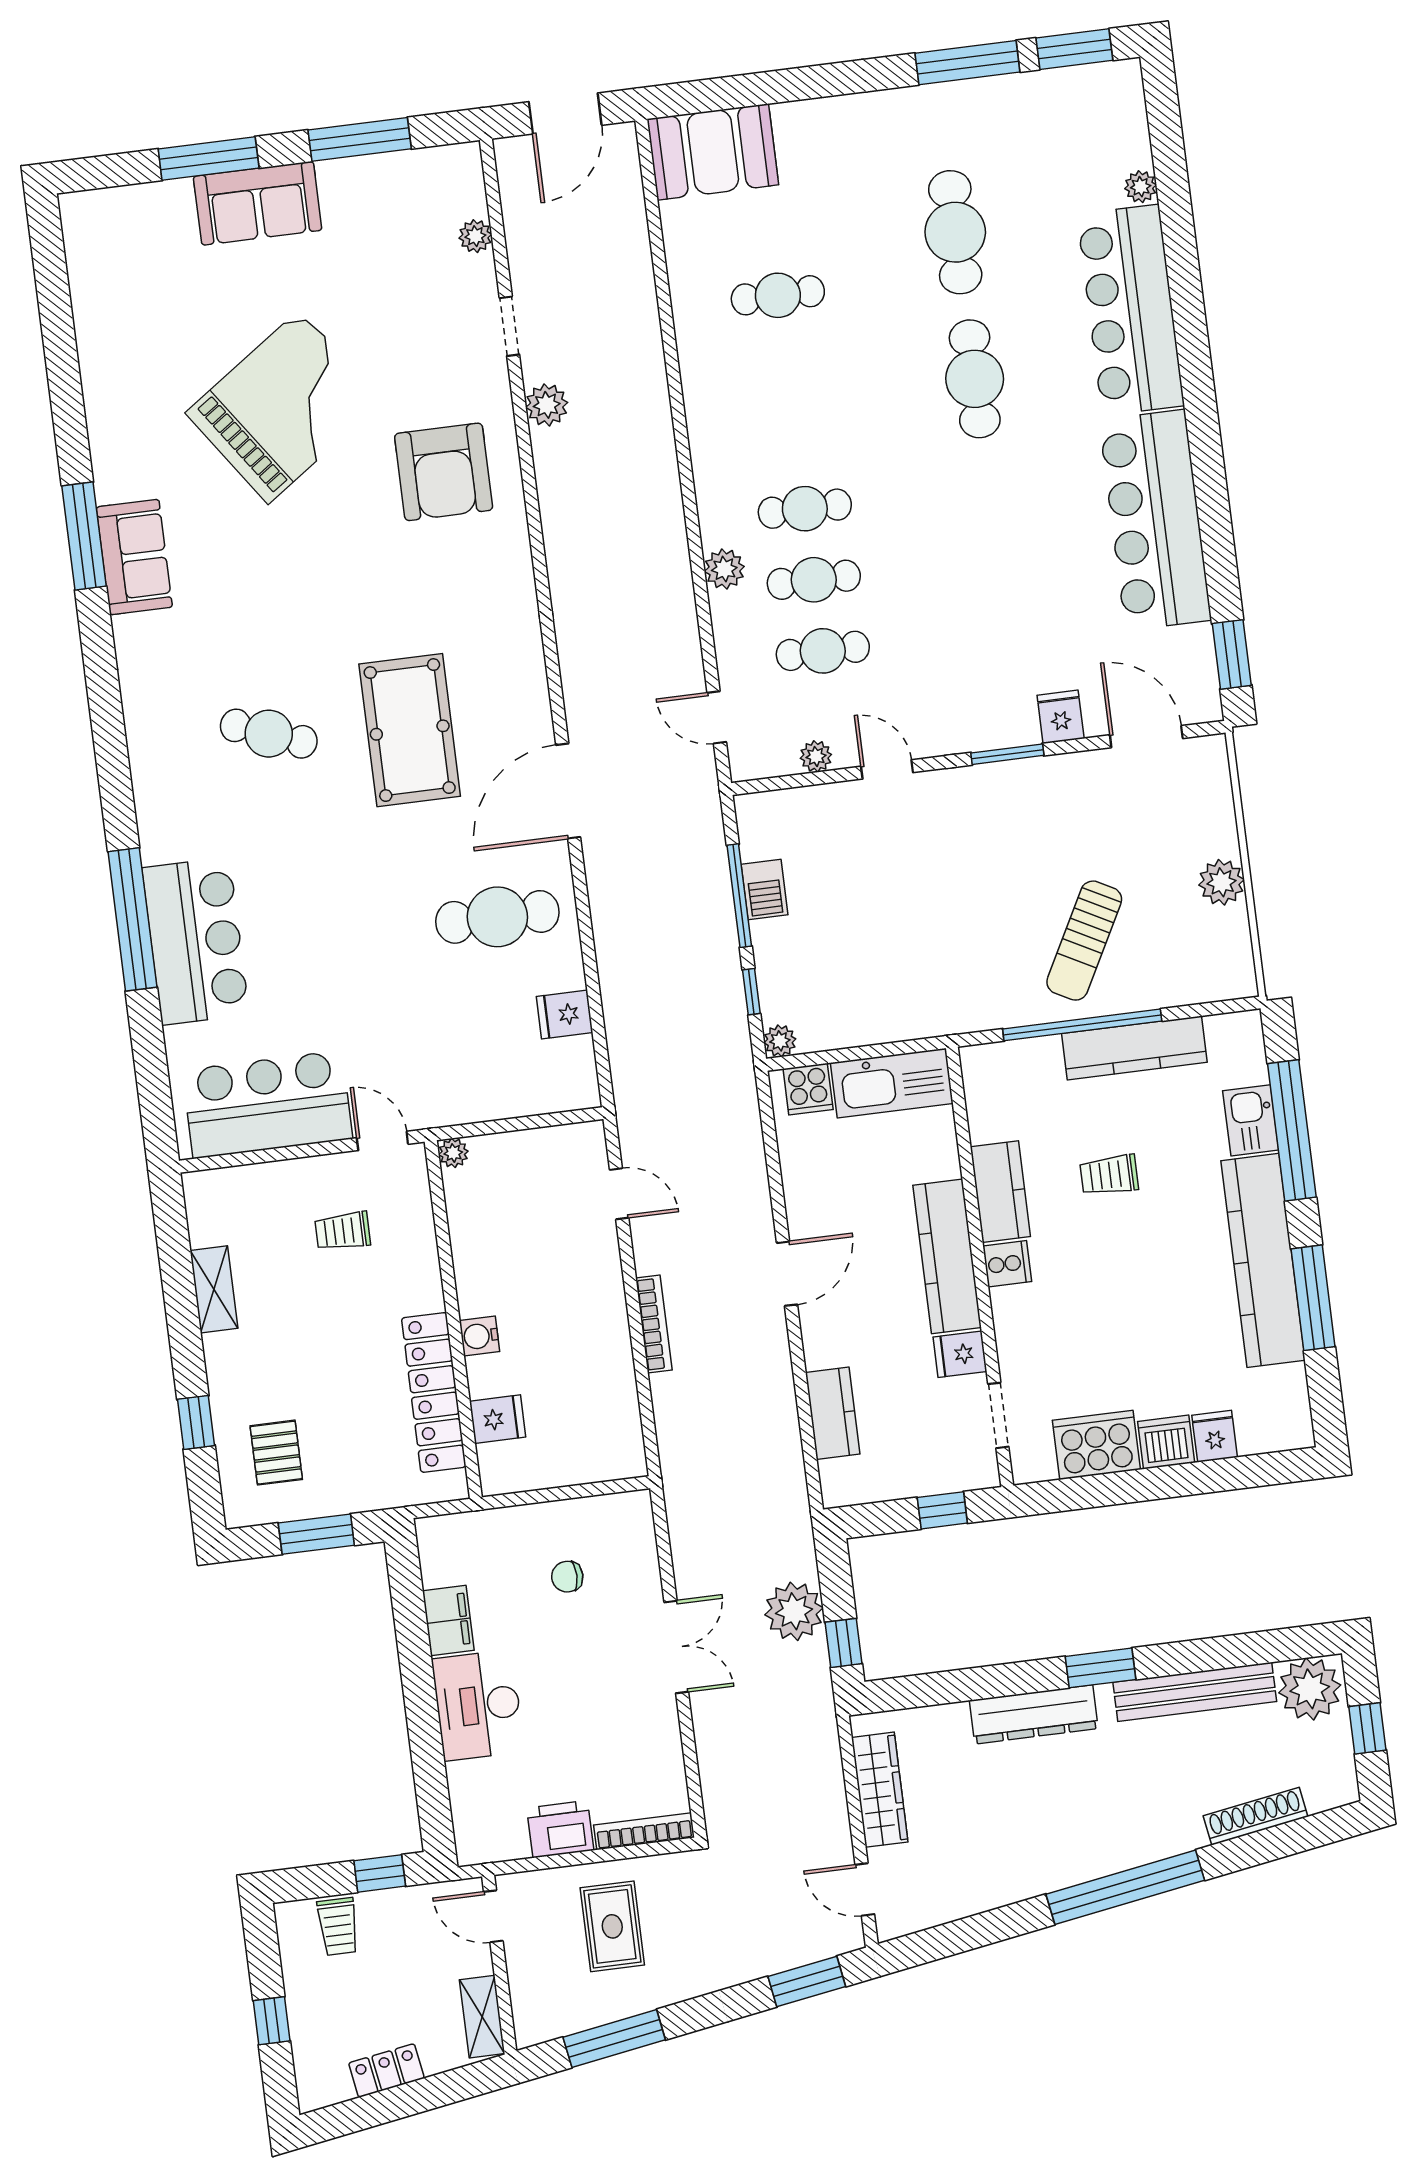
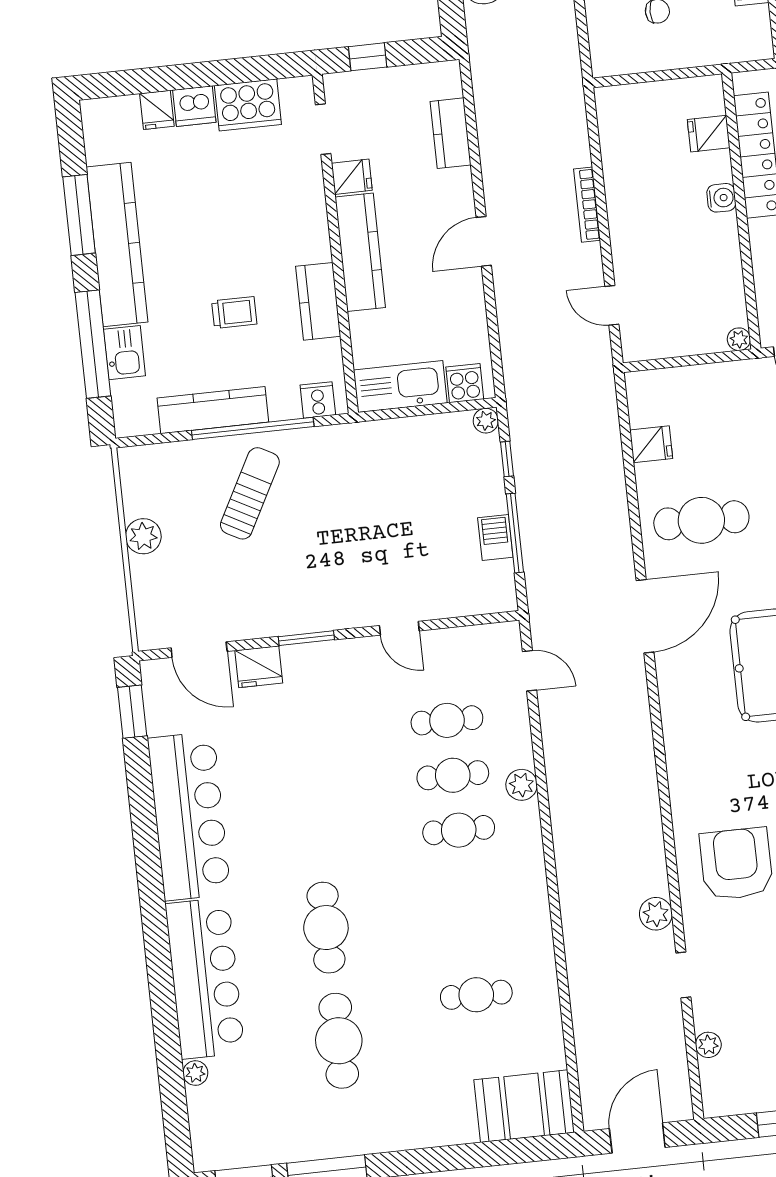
fridge: (1061, 717) -> (259, 667), width x1.38
plant: (816, 756) -> (454, 639), removed
cooker: (1007, 1264) -> (318, 400), moved, turned 90

